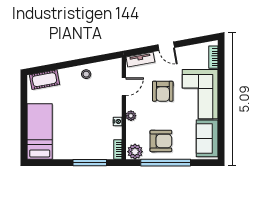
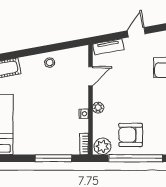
door: (166, 46) -> (136, 32), swing flipped
armchair: (163, 91) -> (133, 81), removed
armchair: (161, 141) -> (131, 135), turned 180

